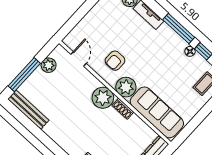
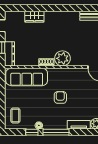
armchair: (115, 61) -> (60, 97), moved
plant: (126, 87) -> (55, 75), removed

